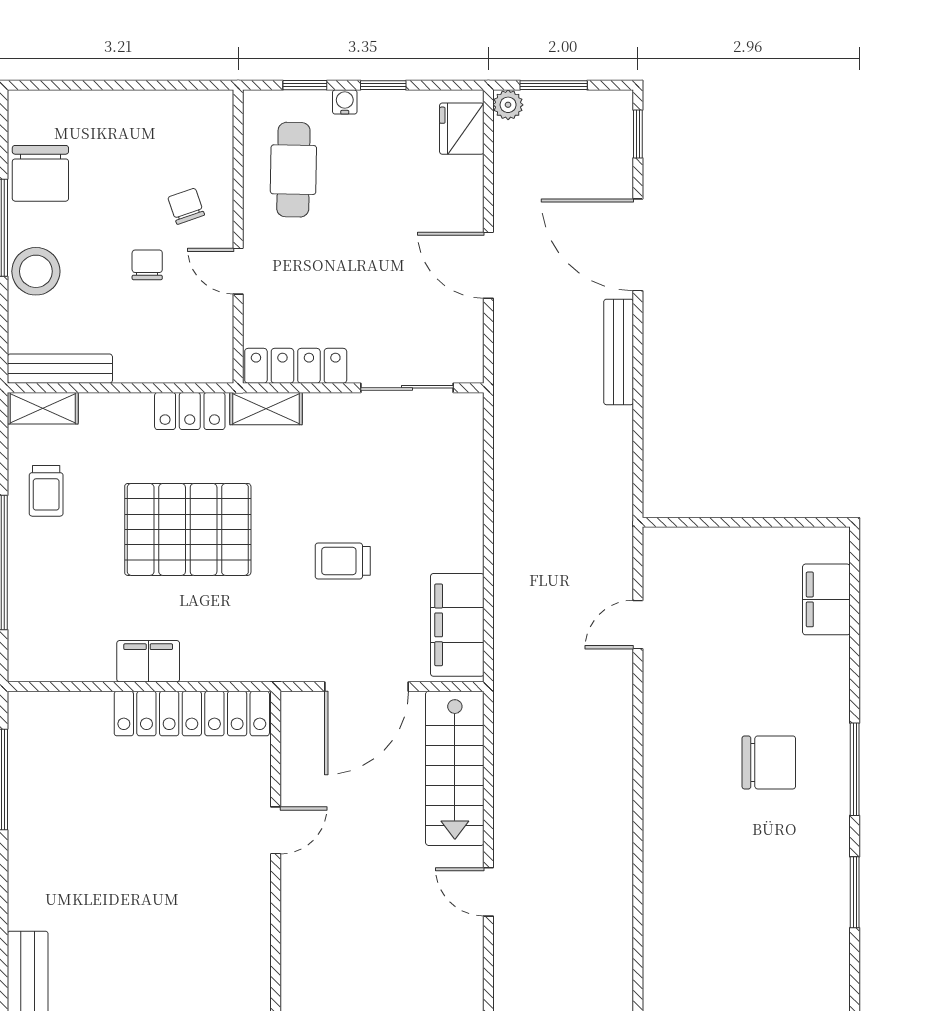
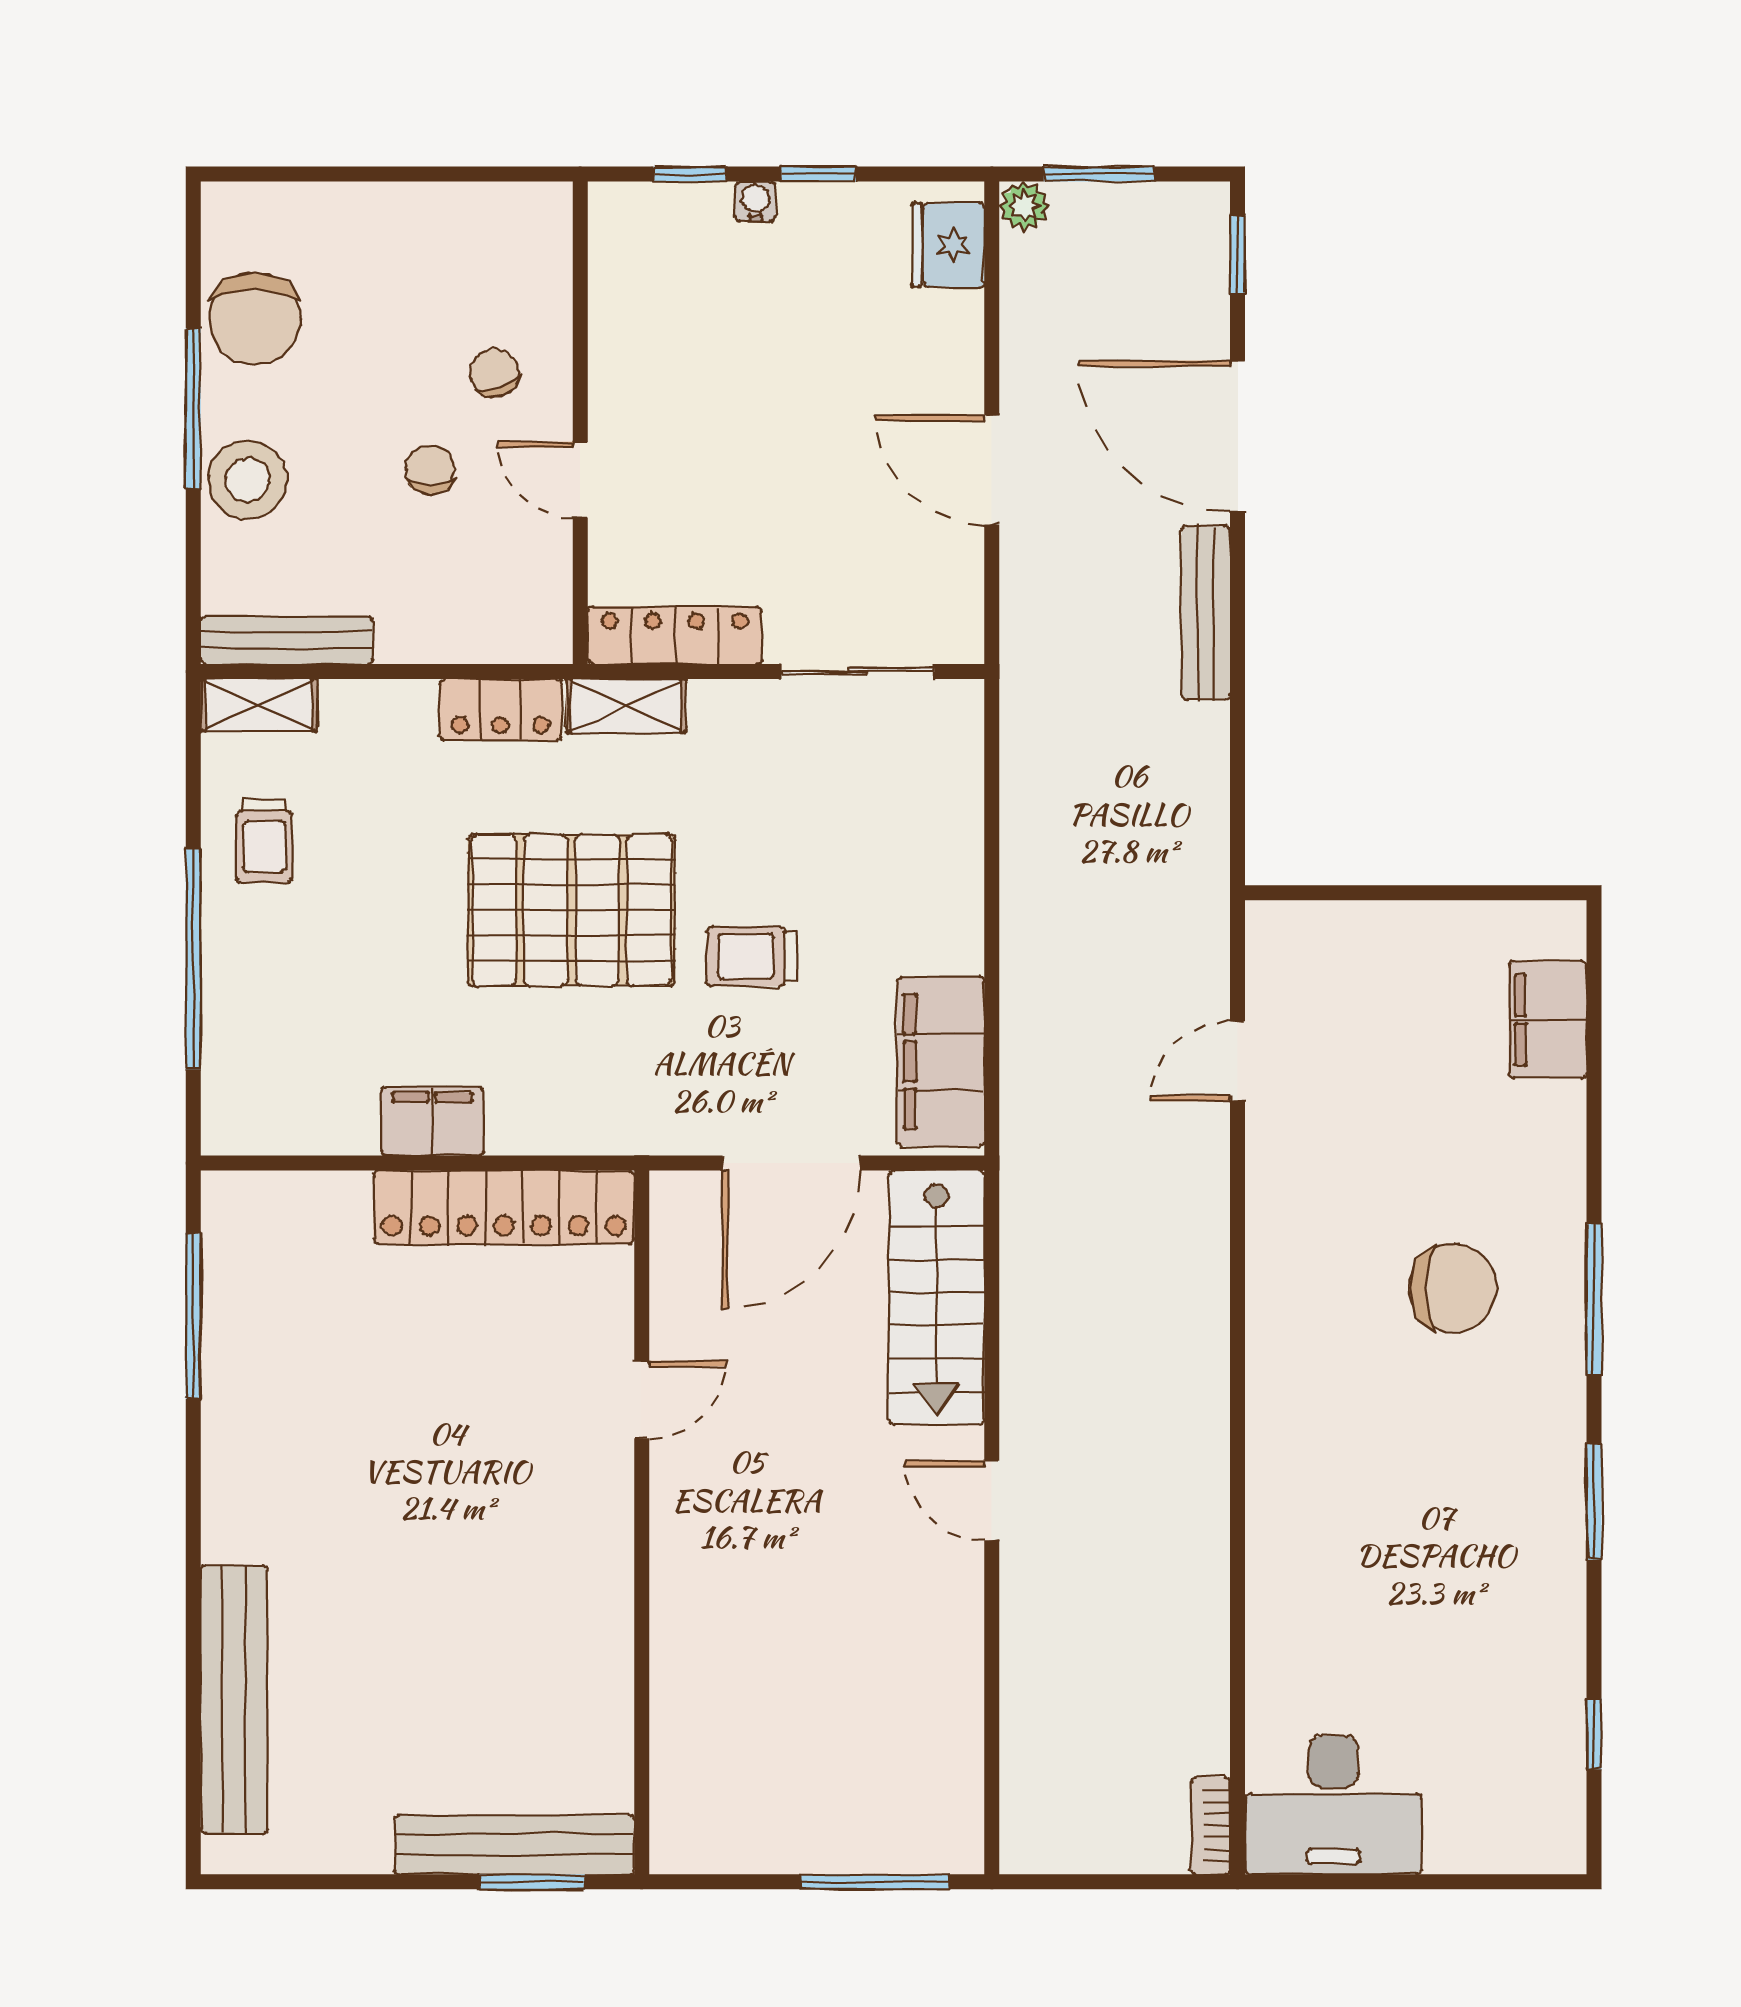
cafe table: (293, 170) -> (671, 313), removed
pallet: (188, 529) -> (572, 910), moved

